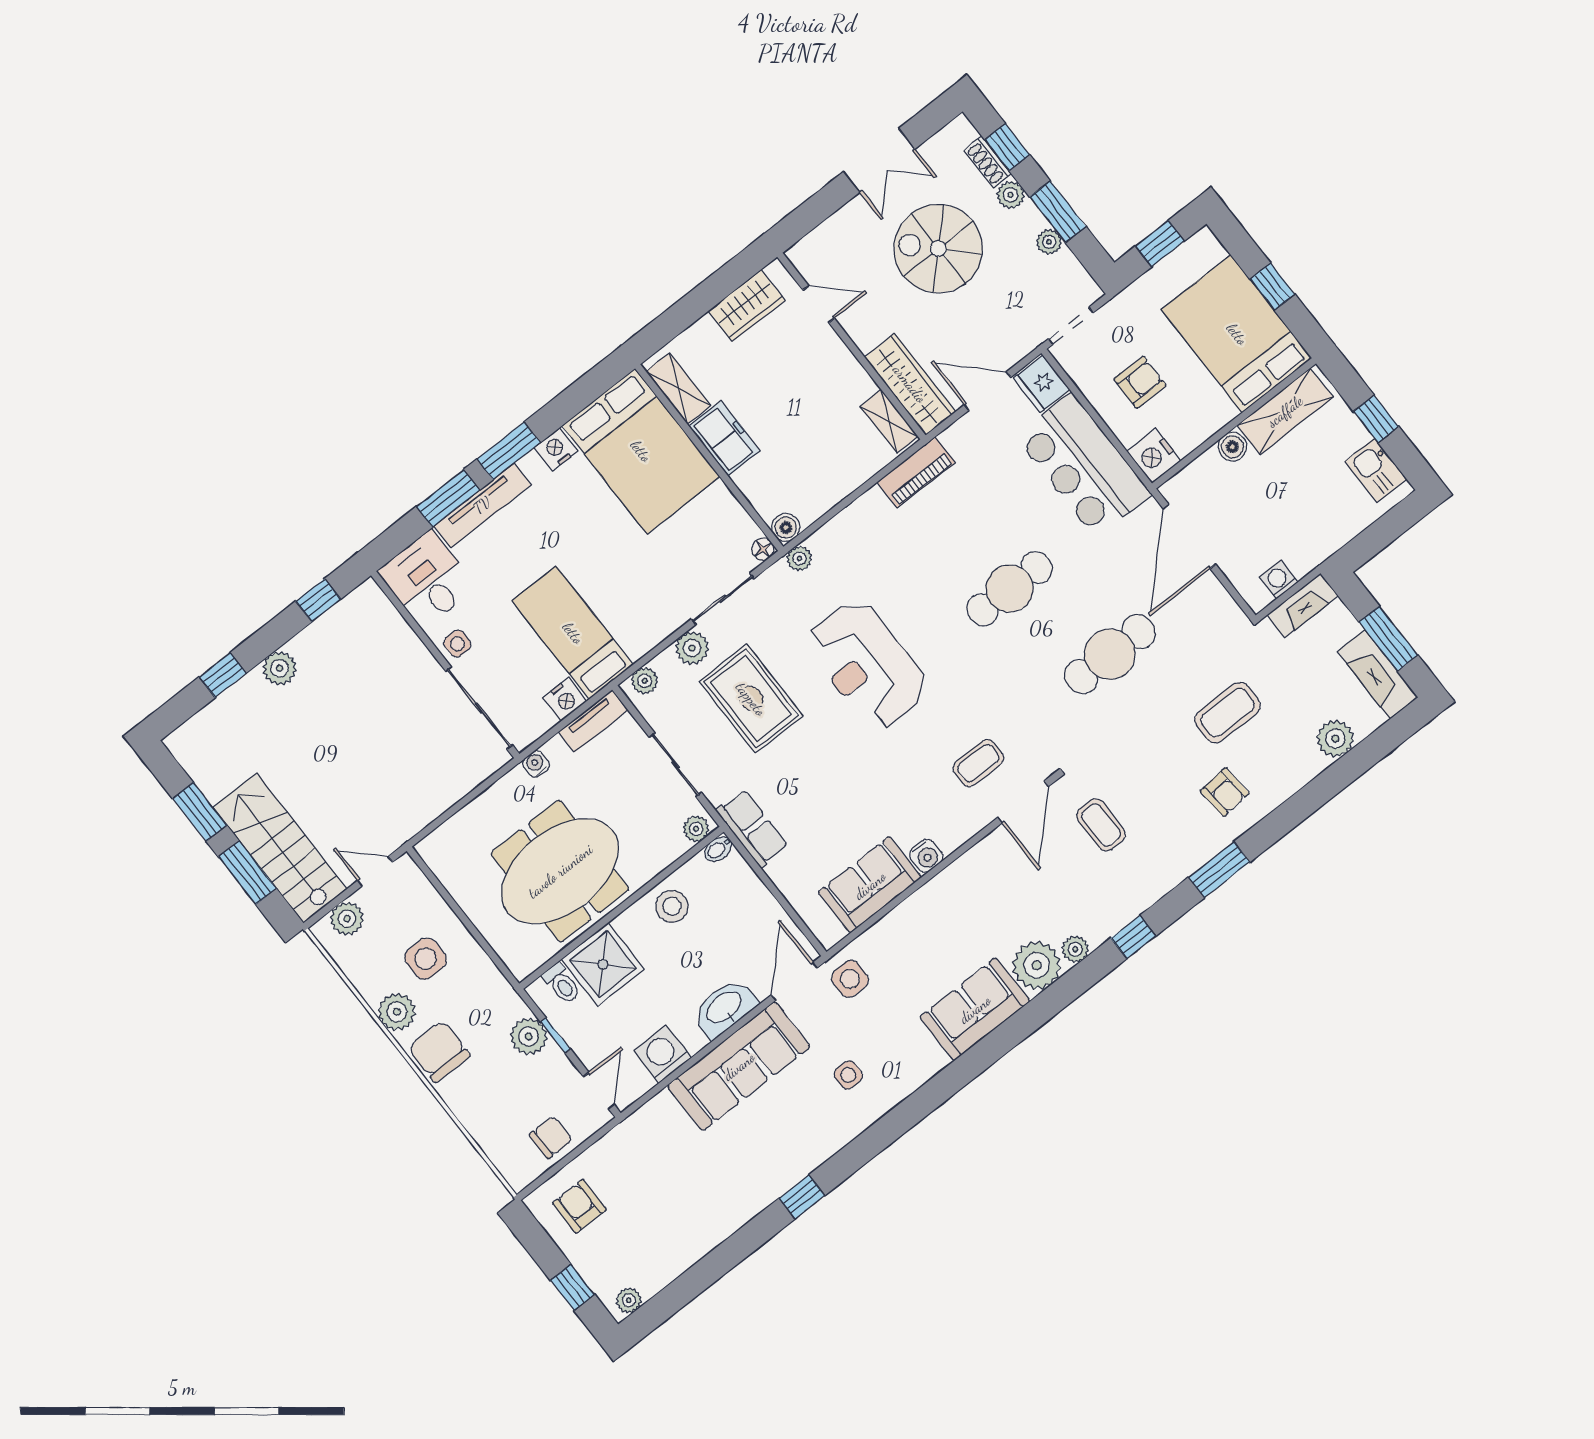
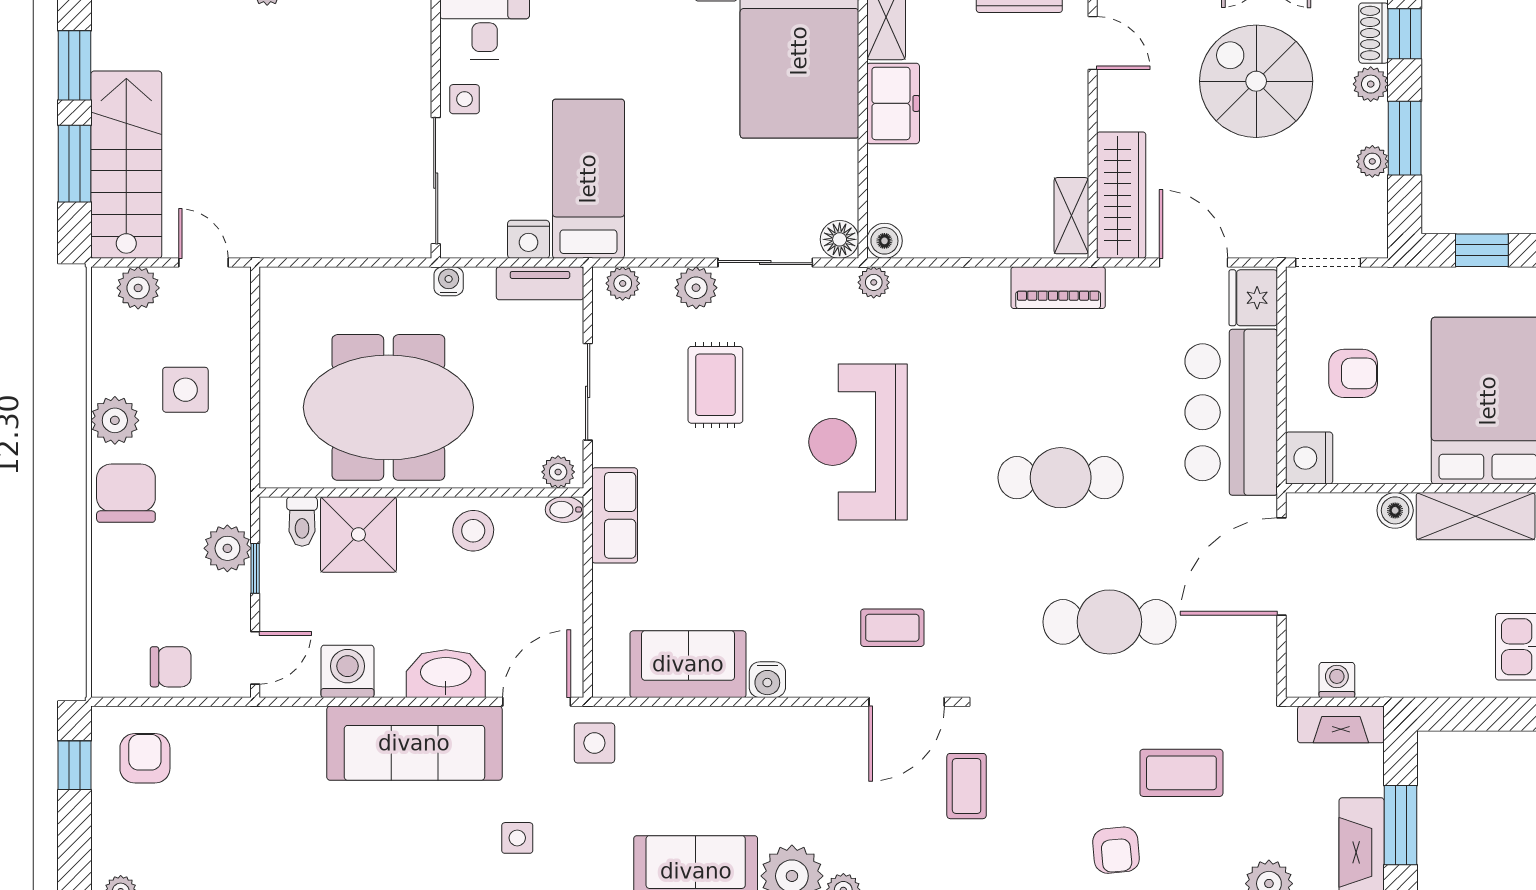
floor lamp: (763, 549) -> (840, 239), width x1.37, depth x1.37
rug: (751, 699) -> (715, 385), width x0.73, depth x0.70
window: (573, 1287) -> (74, 765), moved

